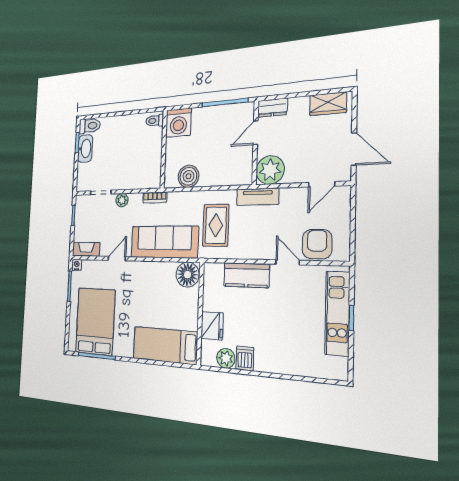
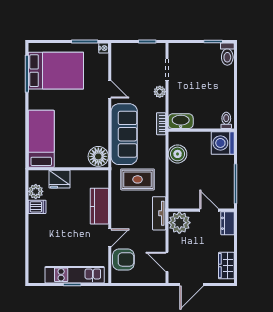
washbasin: (85, 148) -> (181, 121), moved, turned 180
fireplace: (86, 249) -> (117, 57), removed

